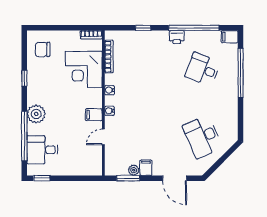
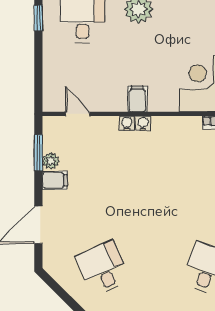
water cooler: (110, 90) -> (127, 123), moved
door: (103, 137) -> (78, 114), moved
desk: (203, 137) -> (103, 268), width x0.73

